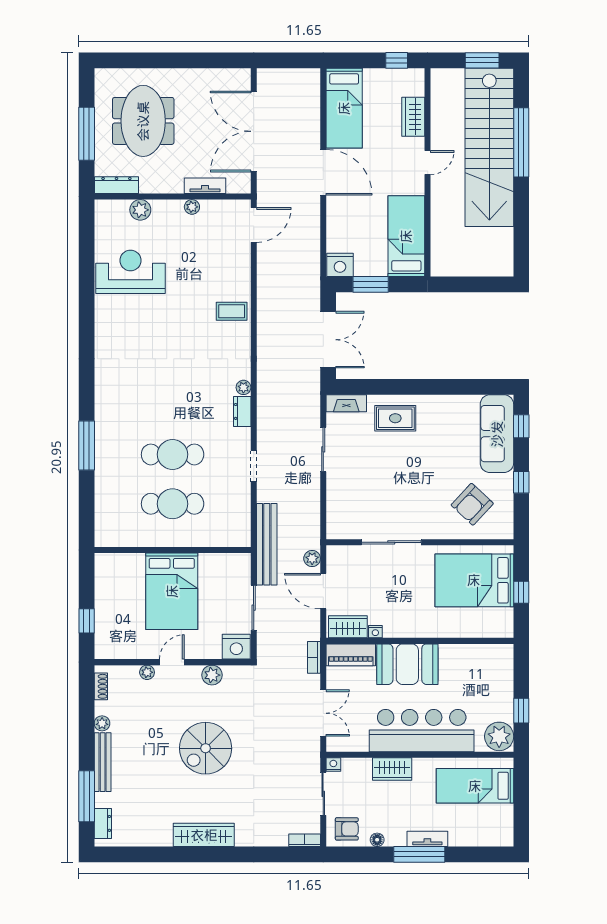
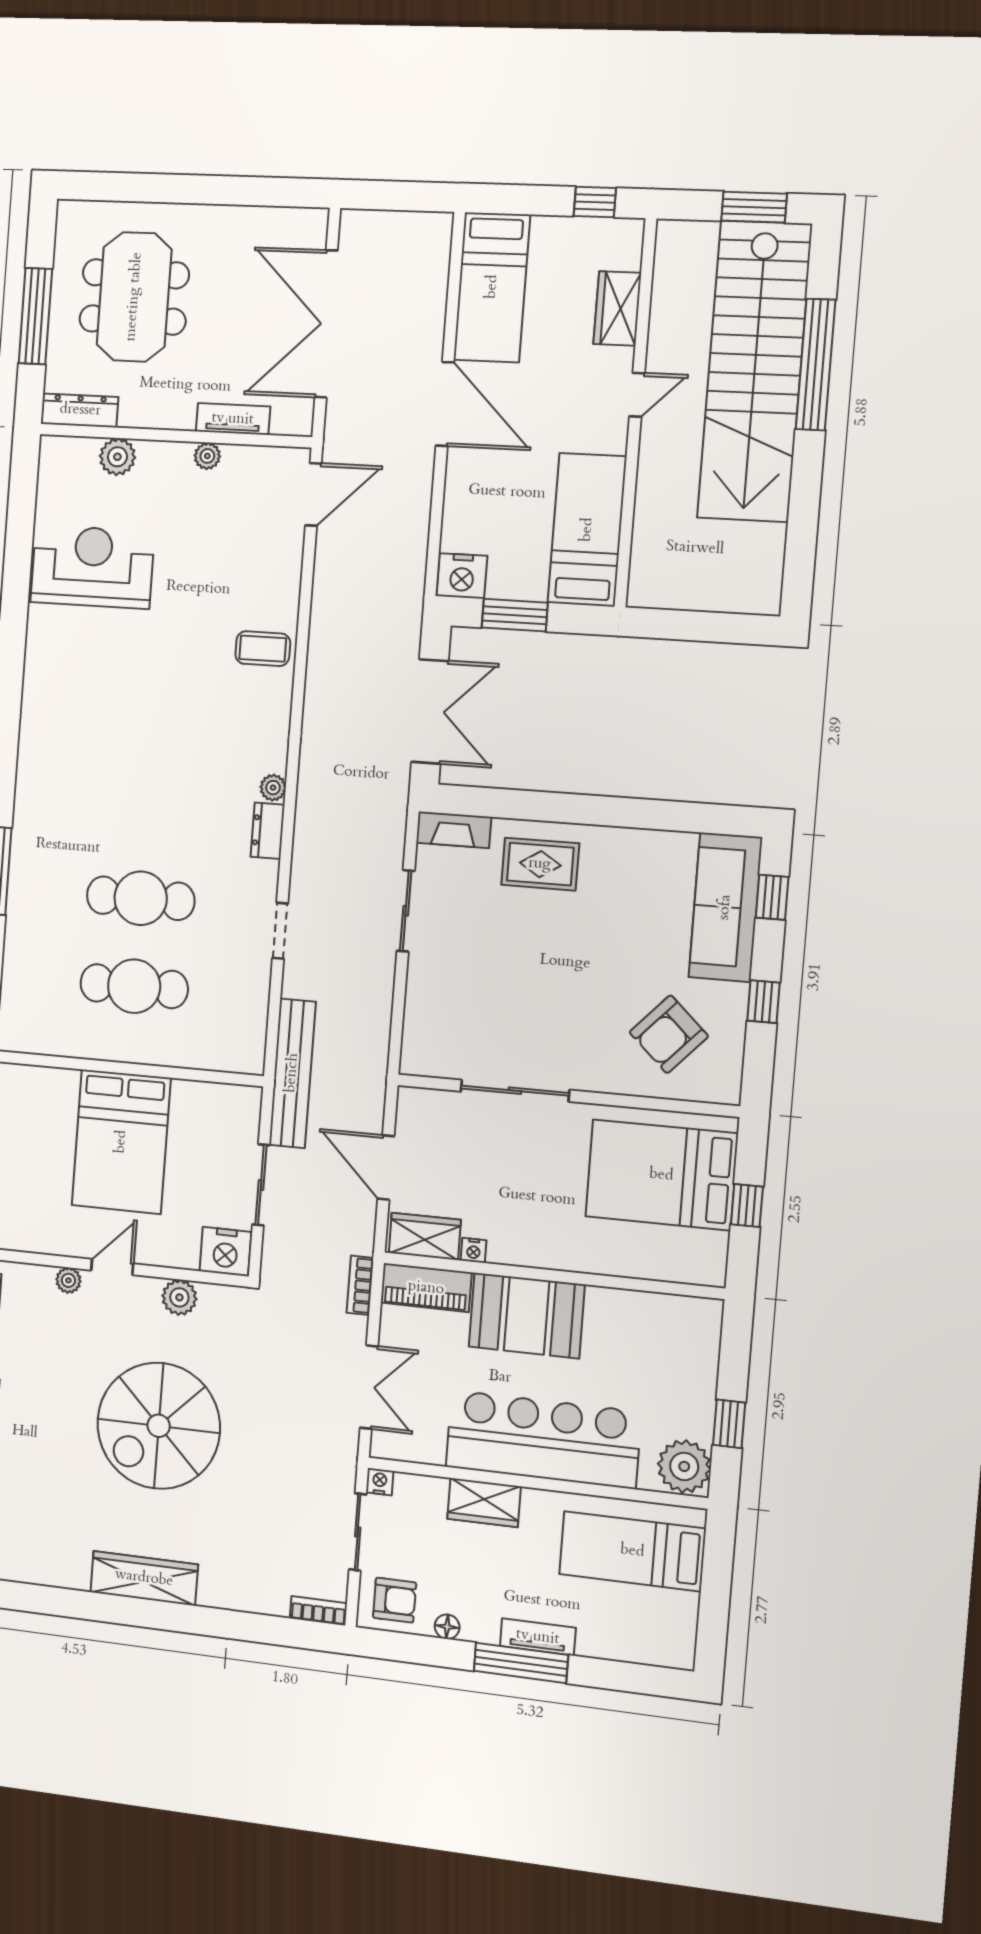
plant: (312, 558) -> (371, 1107), removed
spiral stairs: (206, 748) -> (159, 1426), width x1.37, depth x1.37

